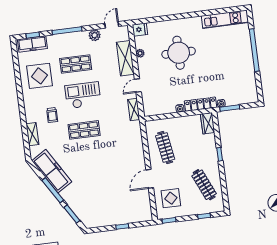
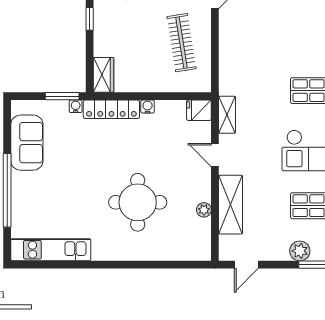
fridge: (140, 30) -> (199, 110), moved
plant: (95, 35) -> (300, 251), moved
sofa: (246, 79) -> (27, 143), added
door: (138, 86) -> (215, 155), swing flipped

